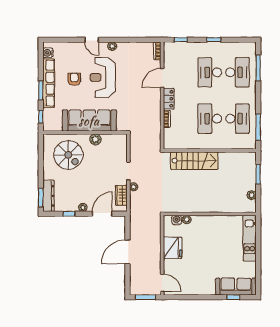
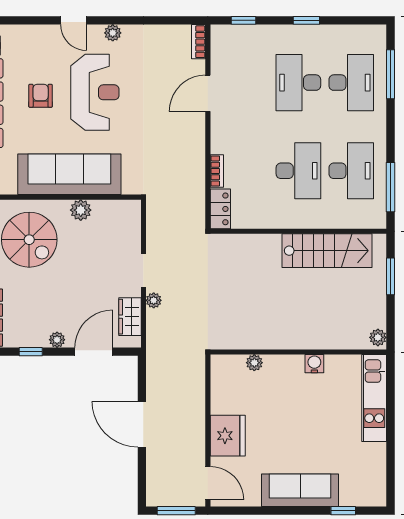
reception desk: (103, 77) -> (95, 92), turned 180
locker: (169, 99) -> (220, 209), moved
desk: (210, 119) -> (298, 171), turned 180
stairs: (194, 161) -> (327, 251), moved
plant: (252, 195) -> (378, 337), moved
water cooler: (177, 220) -> (314, 364), moved
fridge: (173, 248) -> (228, 436), moved
door: (127, 252) -> (142, 424), hinge flipped
sofa: (236, 287) -> (300, 490), moved

